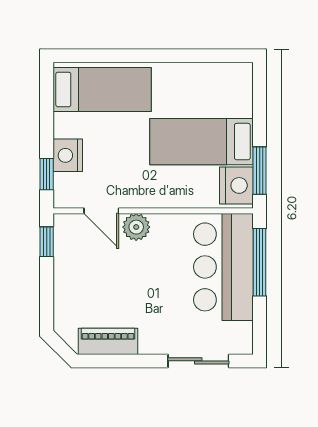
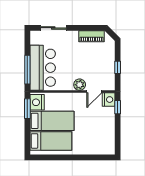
bed: (102, 89) -> (51, 141), moved, turned 180
nightstand: (68, 155) -> (109, 100), moved
door: (101, 211) -> (94, 92), swing flipped
window: (47, 242) -> (118, 67), moved

